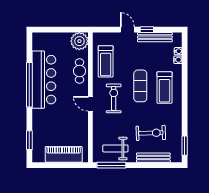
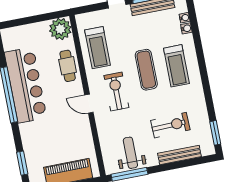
weight bench: (115, 148) -> (130, 153), turned 90

